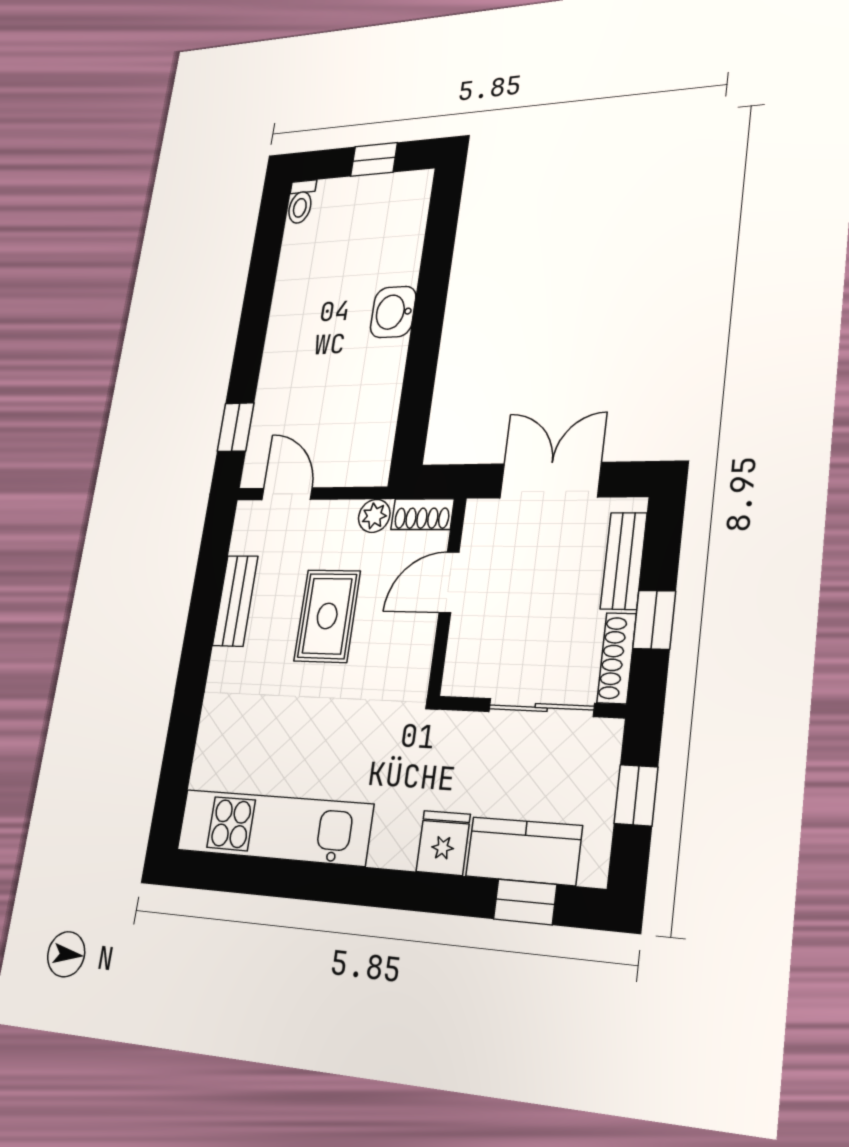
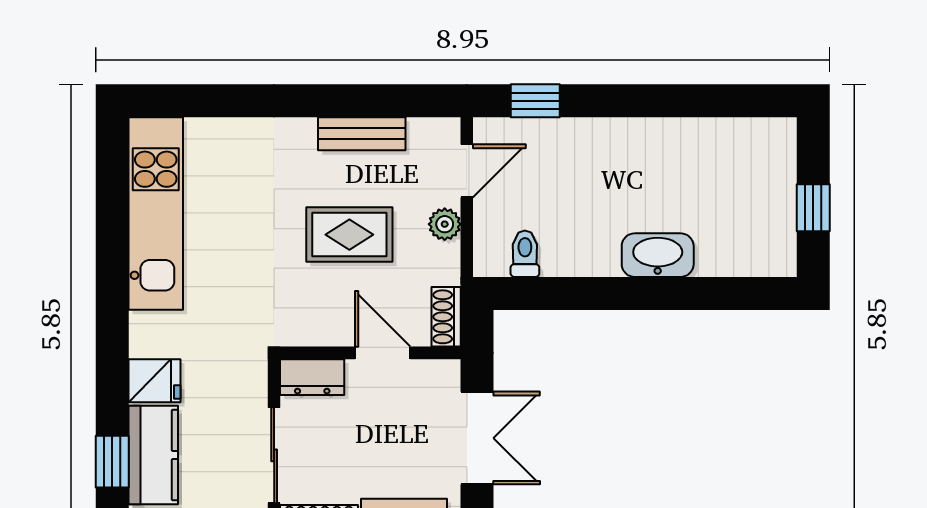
toilet: (301, 202) -> (525, 254), moved, turned 90
washbasin: (393, 312) -> (658, 255), width x1.38
plant: (374, 516) -> (445, 224), moved
dresser: (463, 661) -> (312, 377), added

